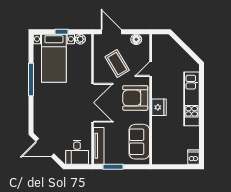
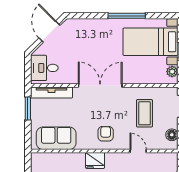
coffee table: (117, 64) -> (144, 113), turned -59
armchair: (135, 98) -> (106, 134), width x0.53, depth x0.53
double door: (93, 103) -> (100, 85), swing flipped

